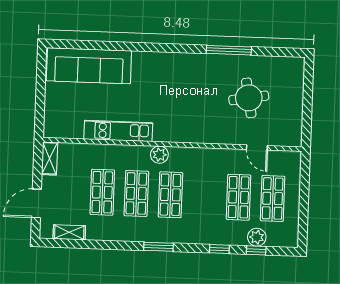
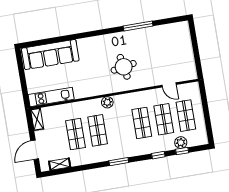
round table: (249, 98) -> (124, 67), moved
kitchen unit: (118, 131) -> (51, 97), moved
shop shelf: (170, 195) -> (142, 123), moved

